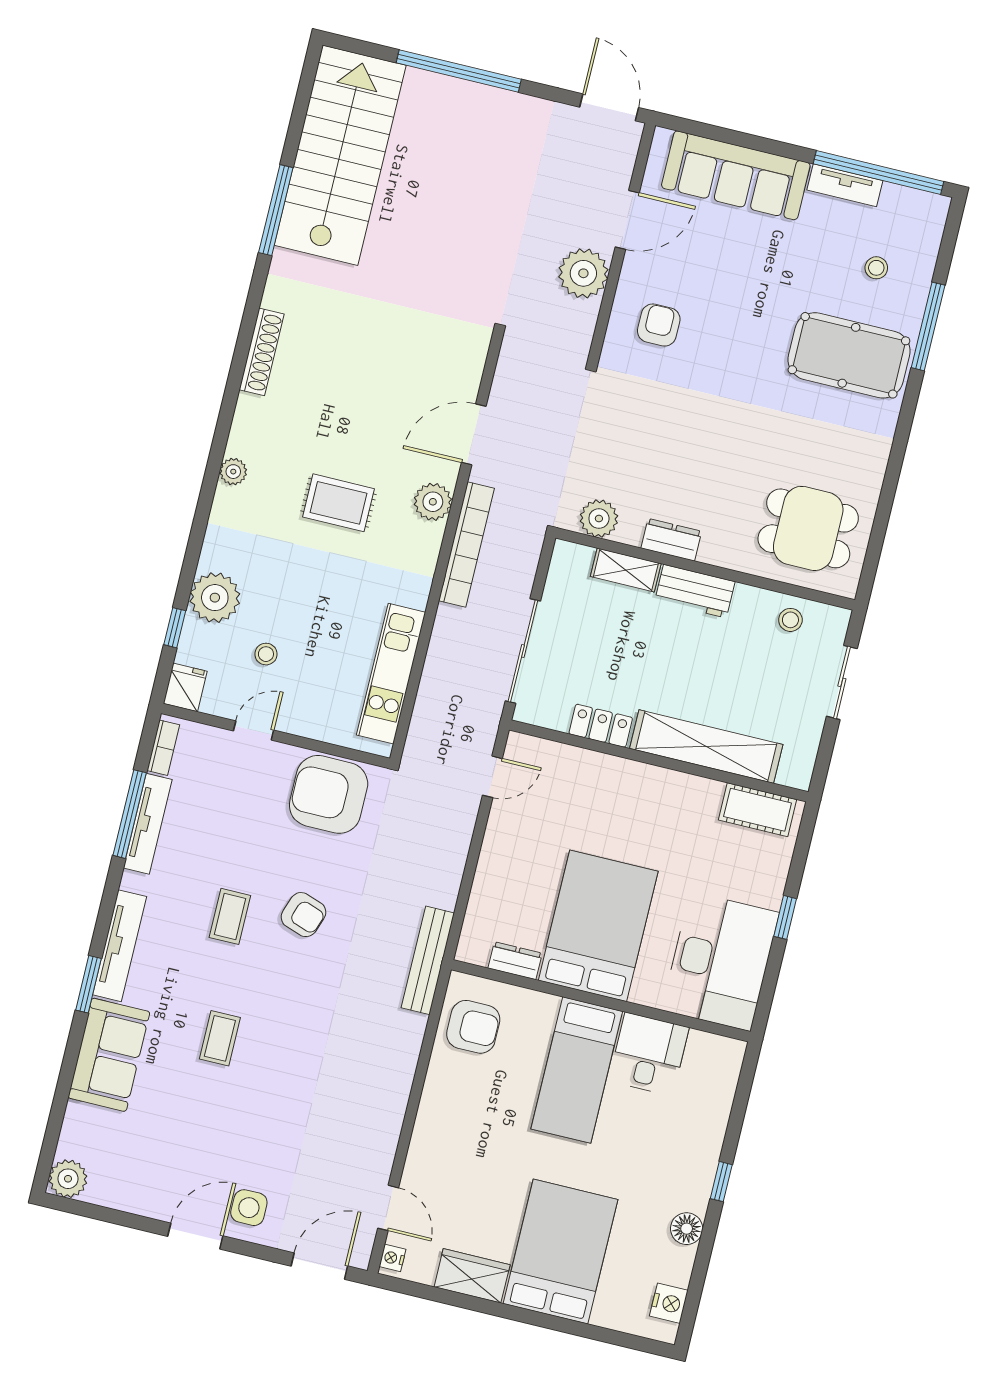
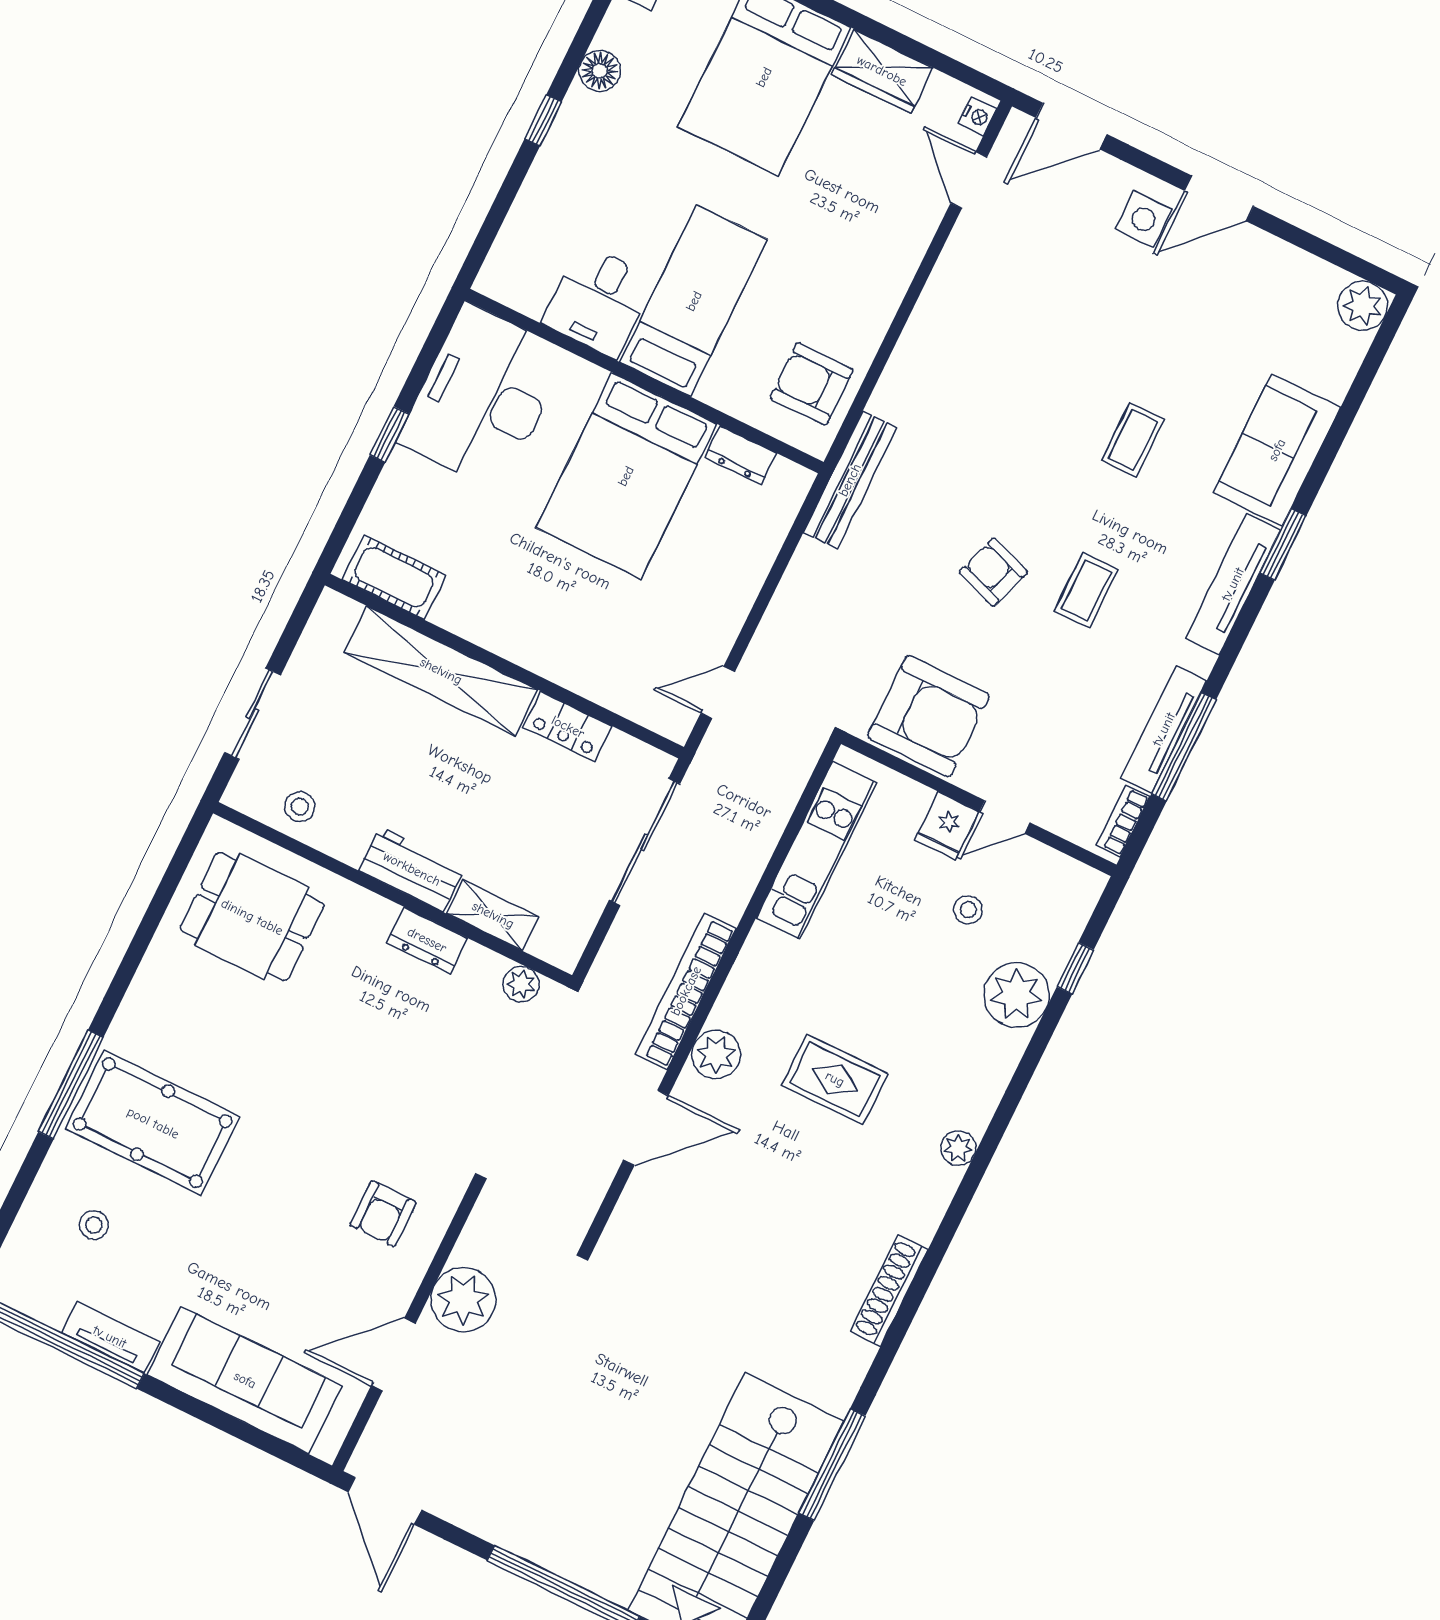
window: (928, 326) -> (71, 1084), moved
plant: (599, 519) -> (521, 984), width x0.73, depth x0.73
fridge: (185, 687) -> (947, 826), moved

